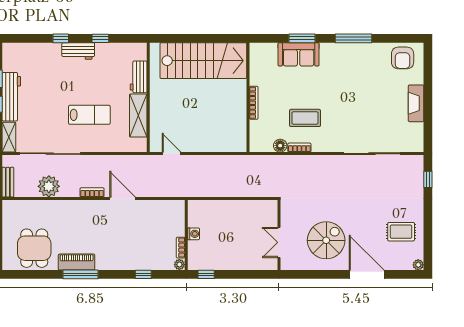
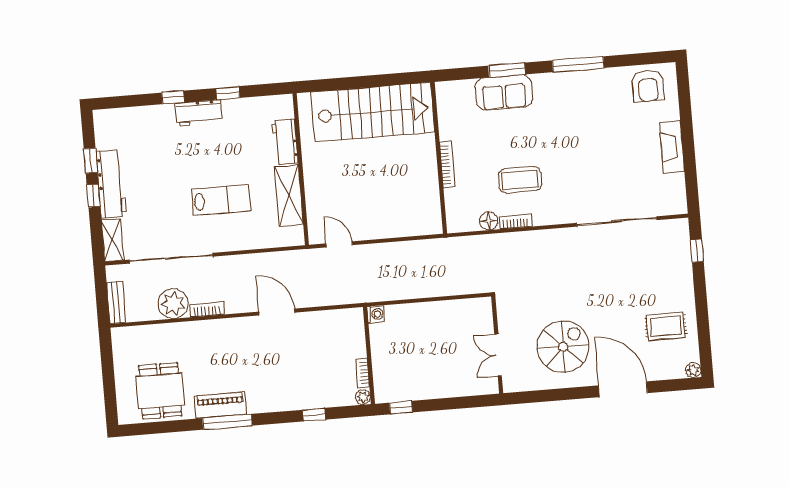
bookcase: (92, 192) -> (207, 309), moved
washing machine: (194, 234) -> (376, 314), moved

